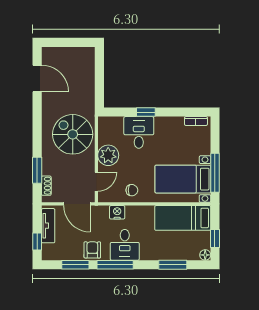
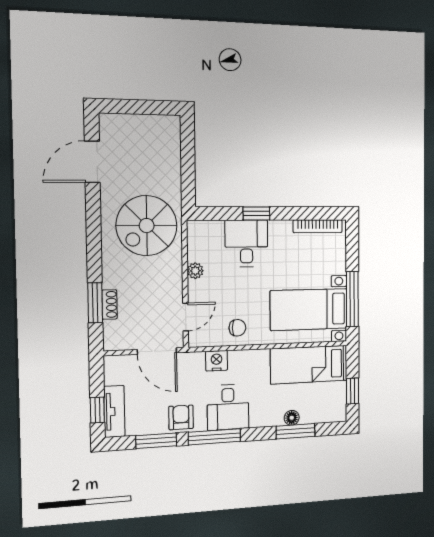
door: (37, 78) -> (92, 162), swing flipped
bookcase: (196, 121) -> (318, 226), width x1.56
spiral stairs: (73, 134) -> (147, 226), moved, turned -90
plant: (108, 155) -> (195, 271), width x0.53, depth x0.53
shoe rack: (46, 186) -> (109, 304), moved
tv unit: (48, 226) -> (114, 411), moved
floor lamp: (205, 255) -> (292, 418), moved

